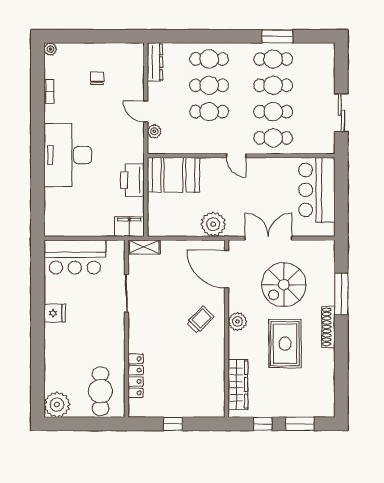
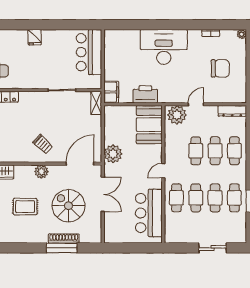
chair: (97, 78) -> (220, 68), width x1.87, depth x1.87
sliding door: (341, 113) -> (213, 248), moved
plant: (154, 131) -> (177, 115), width x1.87, depth x1.87
bar counter: (317, 190) -> (149, 213), moved, turned -90
fridge: (55, 313) -> (35, 37), moved
shoe rack: (328, 327) -> (64, 238), moved
rug: (285, 344) -> (25, 207), width x0.73, depth x0.70

